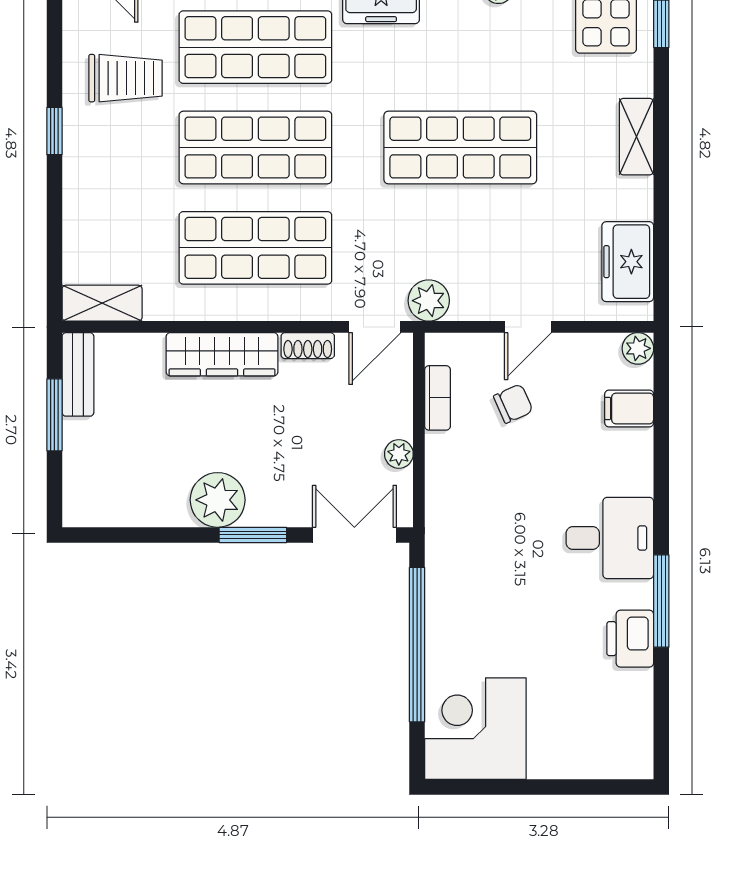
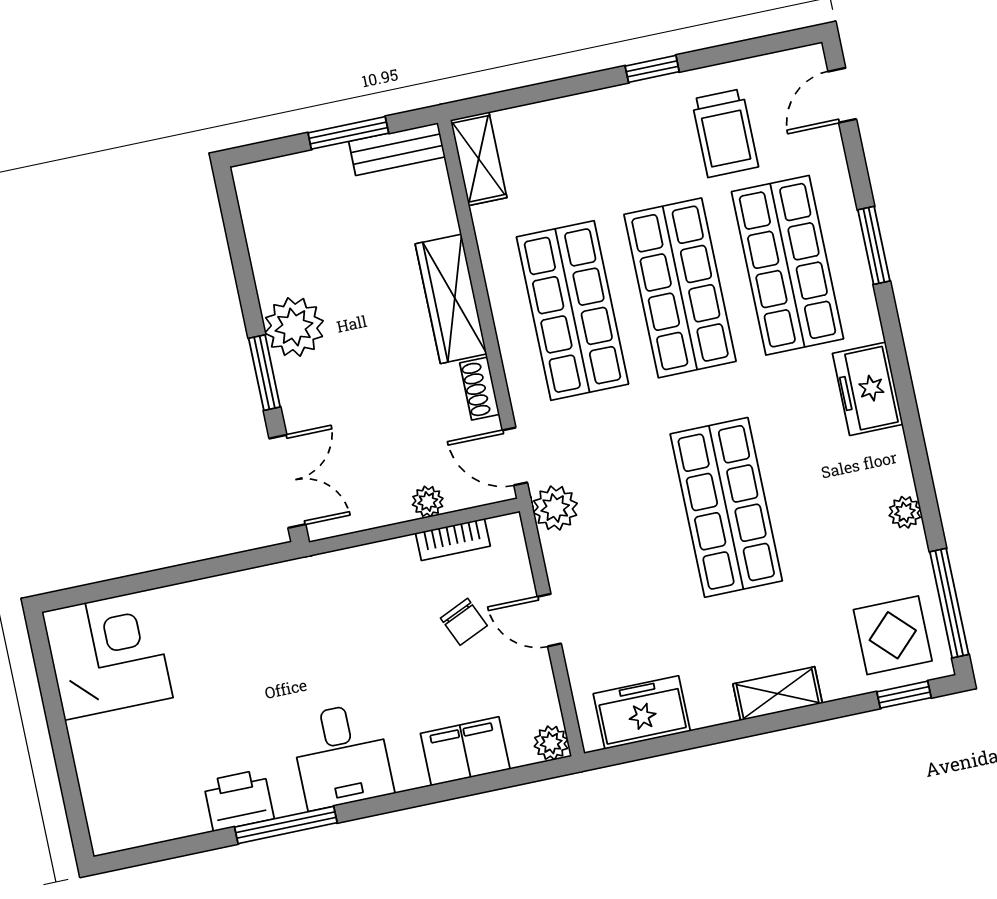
filing cabinet: (629, 408) -> (465, 751), width x2.00
plant: (399, 454) -> (428, 502), moved
window: (417, 645) -> (184, 573), removed

